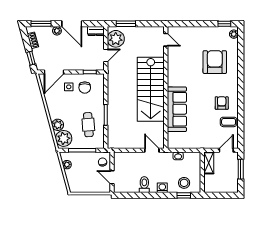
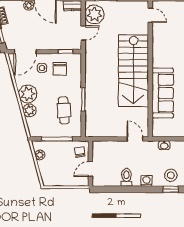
plant: (64, 138) -> (28, 94), moved
door: (112, 177) -> (90, 169), hinge flipped

